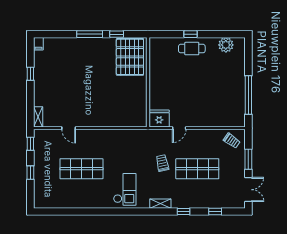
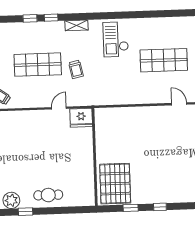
window: (90, 34) -> (160, 207), width x0.46
window: (190, 34) -> (25, 212), moved
window: (215, 211) -> (30, 18), moved

